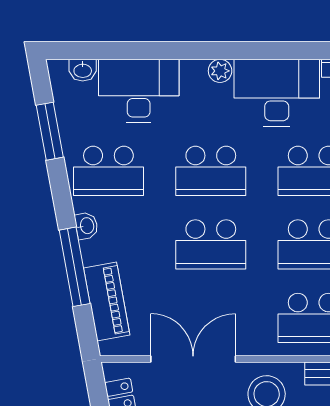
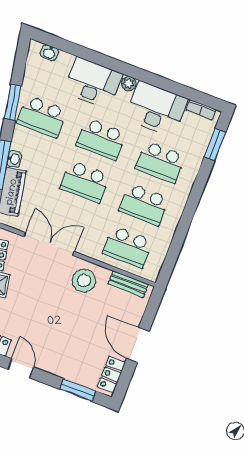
desk: (139, 91) -> (93, 83), moved
window: (50, 131) -> (13, 102), moved
washbasin: (86, 226) -> (14, 159), moved

